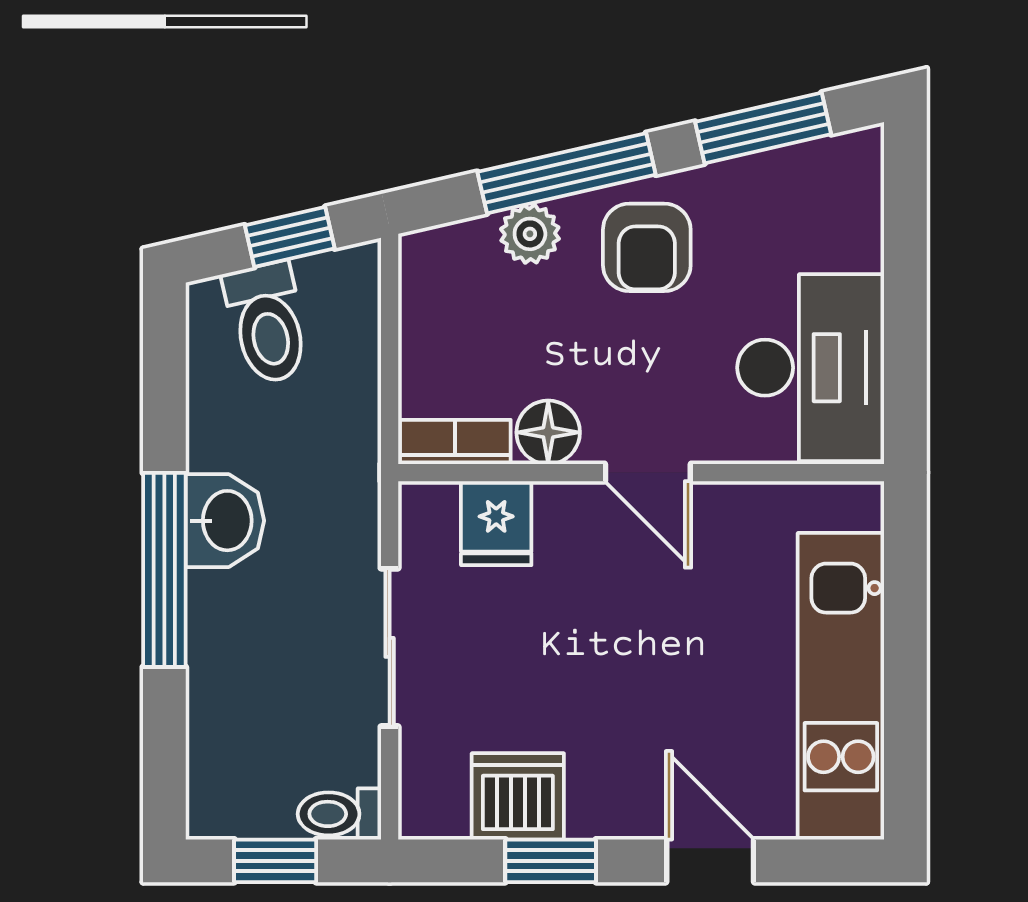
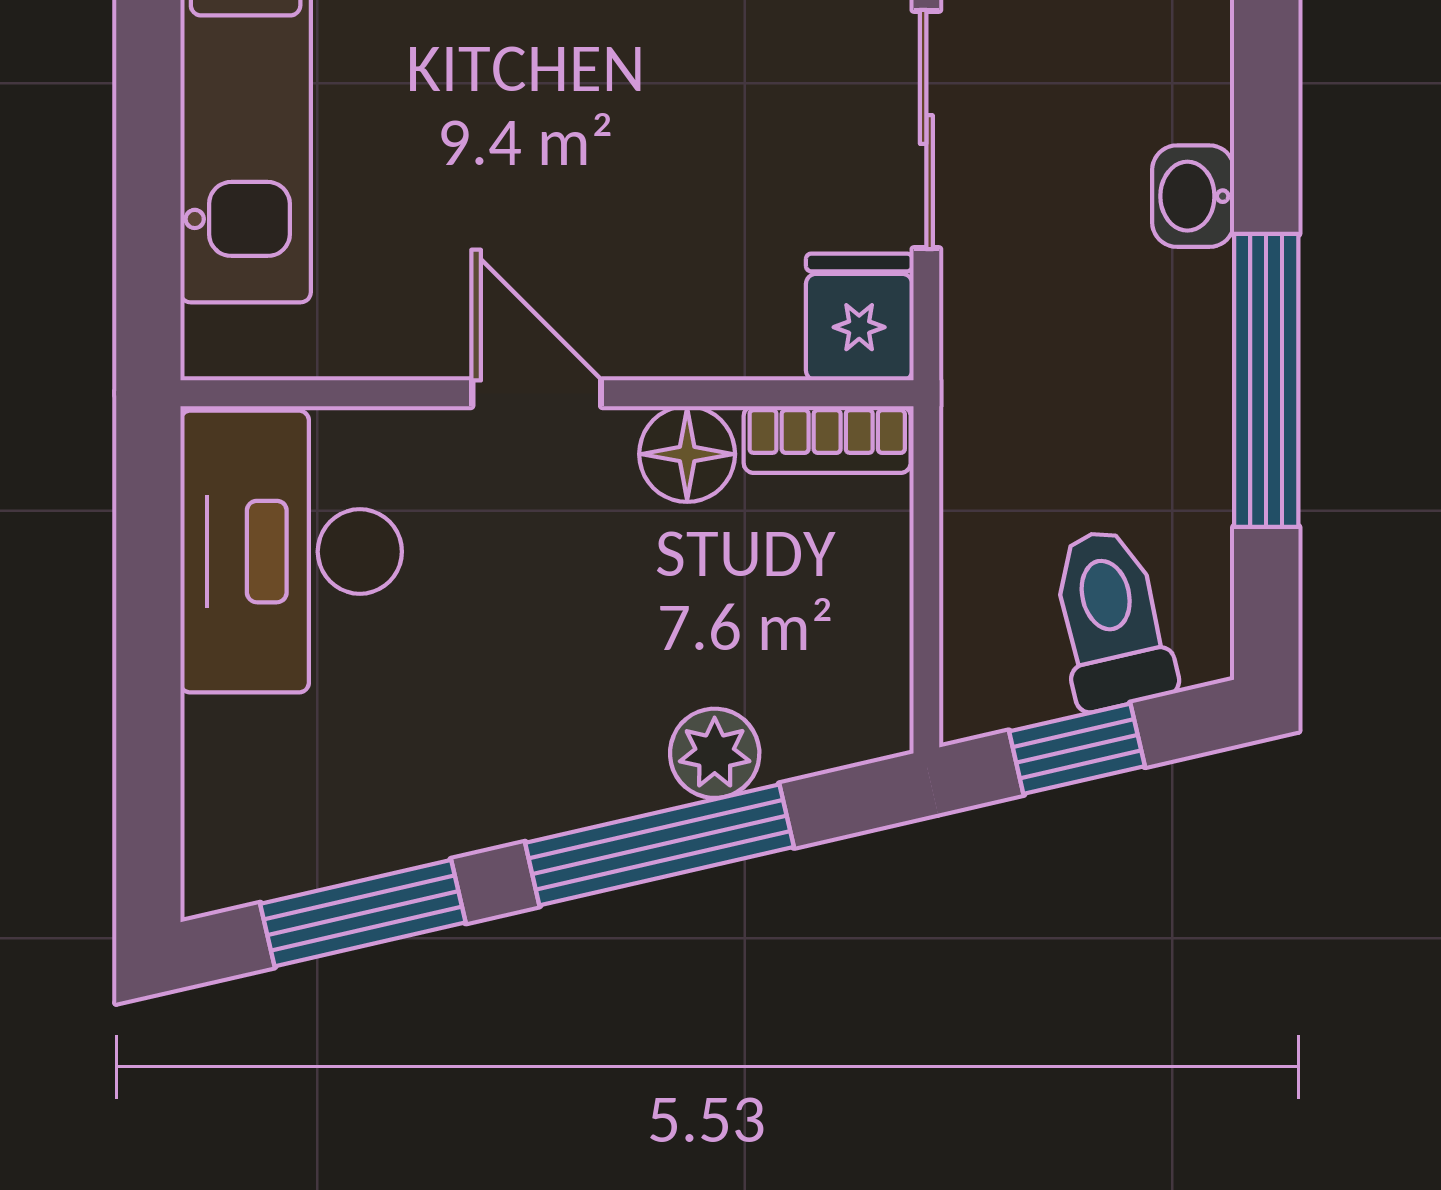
armchair: (647, 247) -> (538, 733), removed
washbasin: (225, 521) -> (1193, 196), moved, width x0.72, depth x0.69
fridge: (496, 523) -> (859, 317), moved
window: (164, 570) -> (1266, 380), moved

